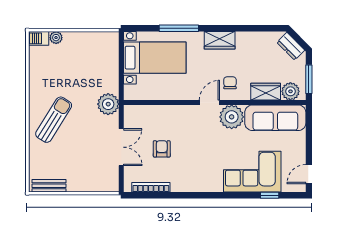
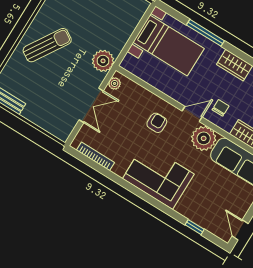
plant: (129, 117) -> (115, 83), added
armchair: (162, 149) -> (157, 123), moved
corner sofa: (252, 172) -> (158, 176), moved
door: (309, 174) -> (240, 230), hinge flipped

